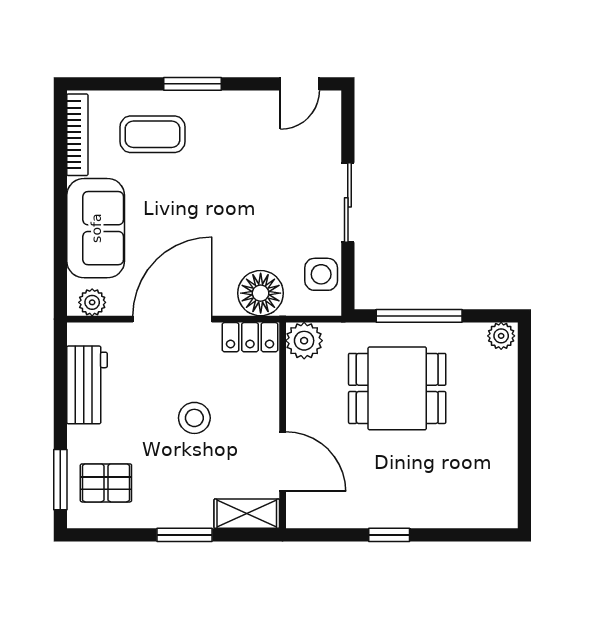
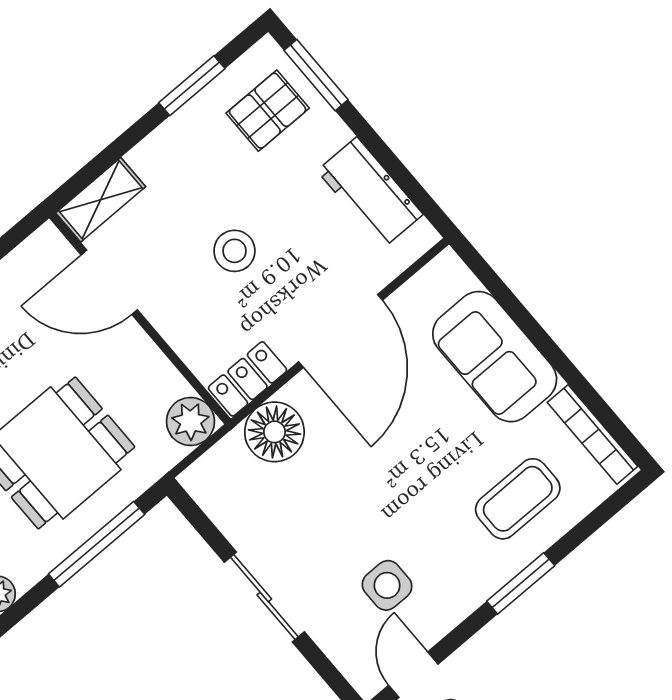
side table: (321, 274) -> (387, 585), moved
plant: (92, 302) -> (435, 279), removed
window: (185, 535) -> (192, 86), moved

